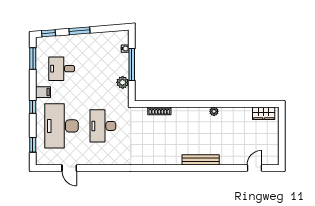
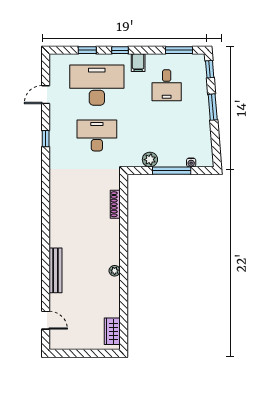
desk: (62, 69) -> (167, 85), turned 180
window: (33, 145) -> (87, 50), moved
bench: (201, 160) -> (56, 270), moved
window: (105, 168) -> (46, 139), added

